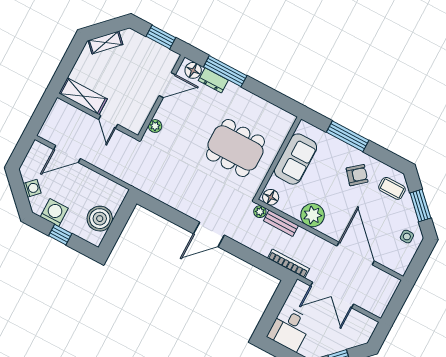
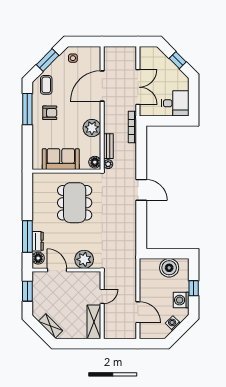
plant: (155, 126) -> (84, 259), width x1.87, depth x1.87
window: (348, 136) -> (27, 109), moved
armchair: (357, 175) -> (50, 113), turned 130

